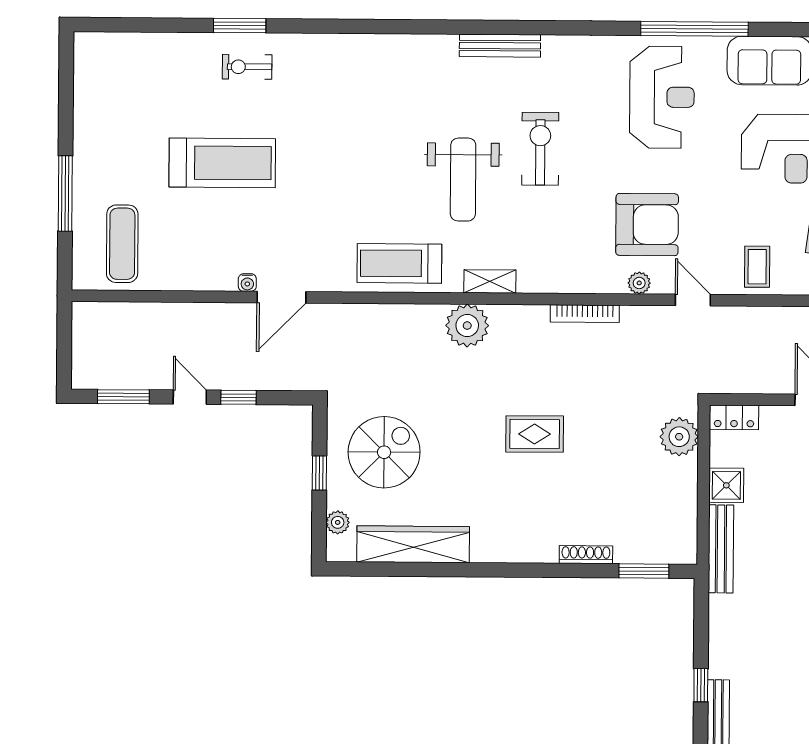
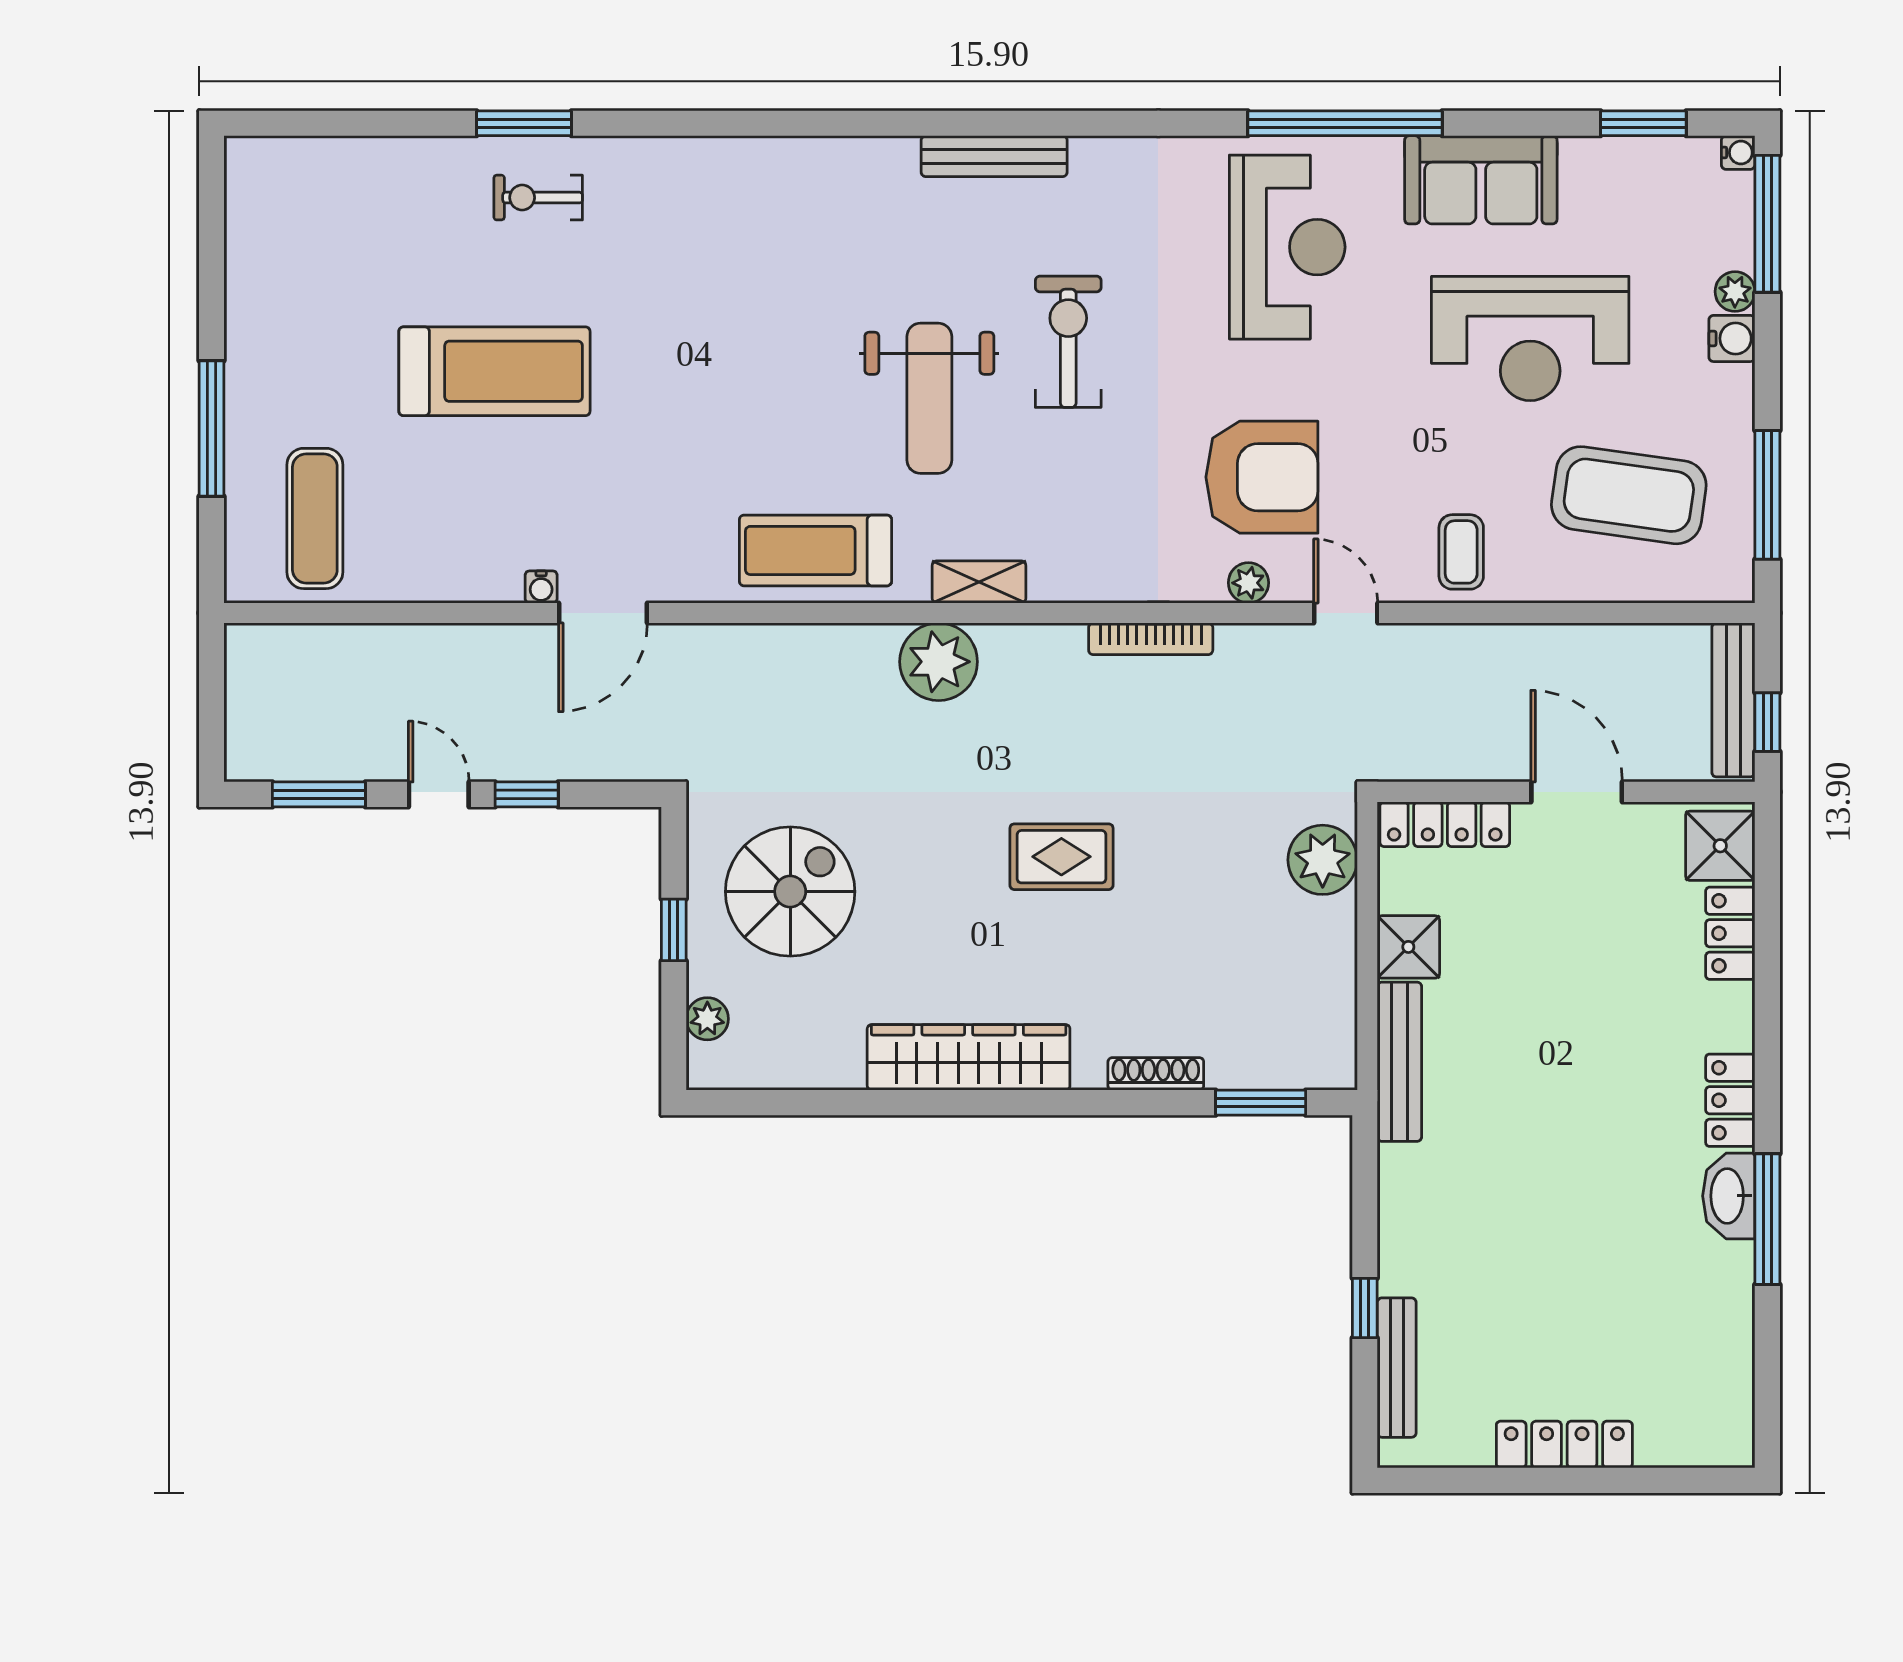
locker: (734, 417) -> (1445, 824), width x1.53
wardrobe: (413, 544) -> (969, 1057), moved

